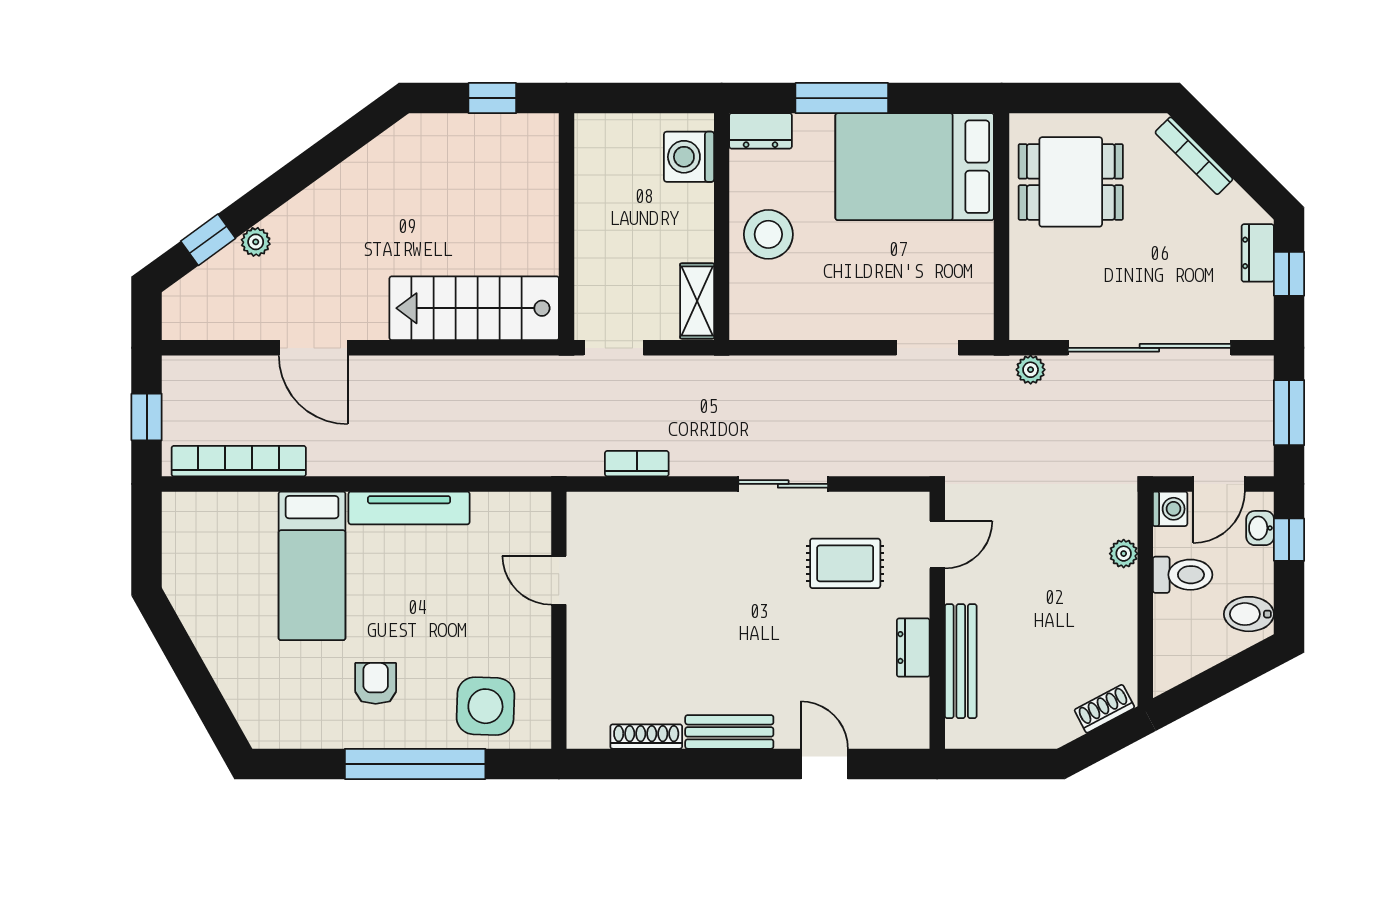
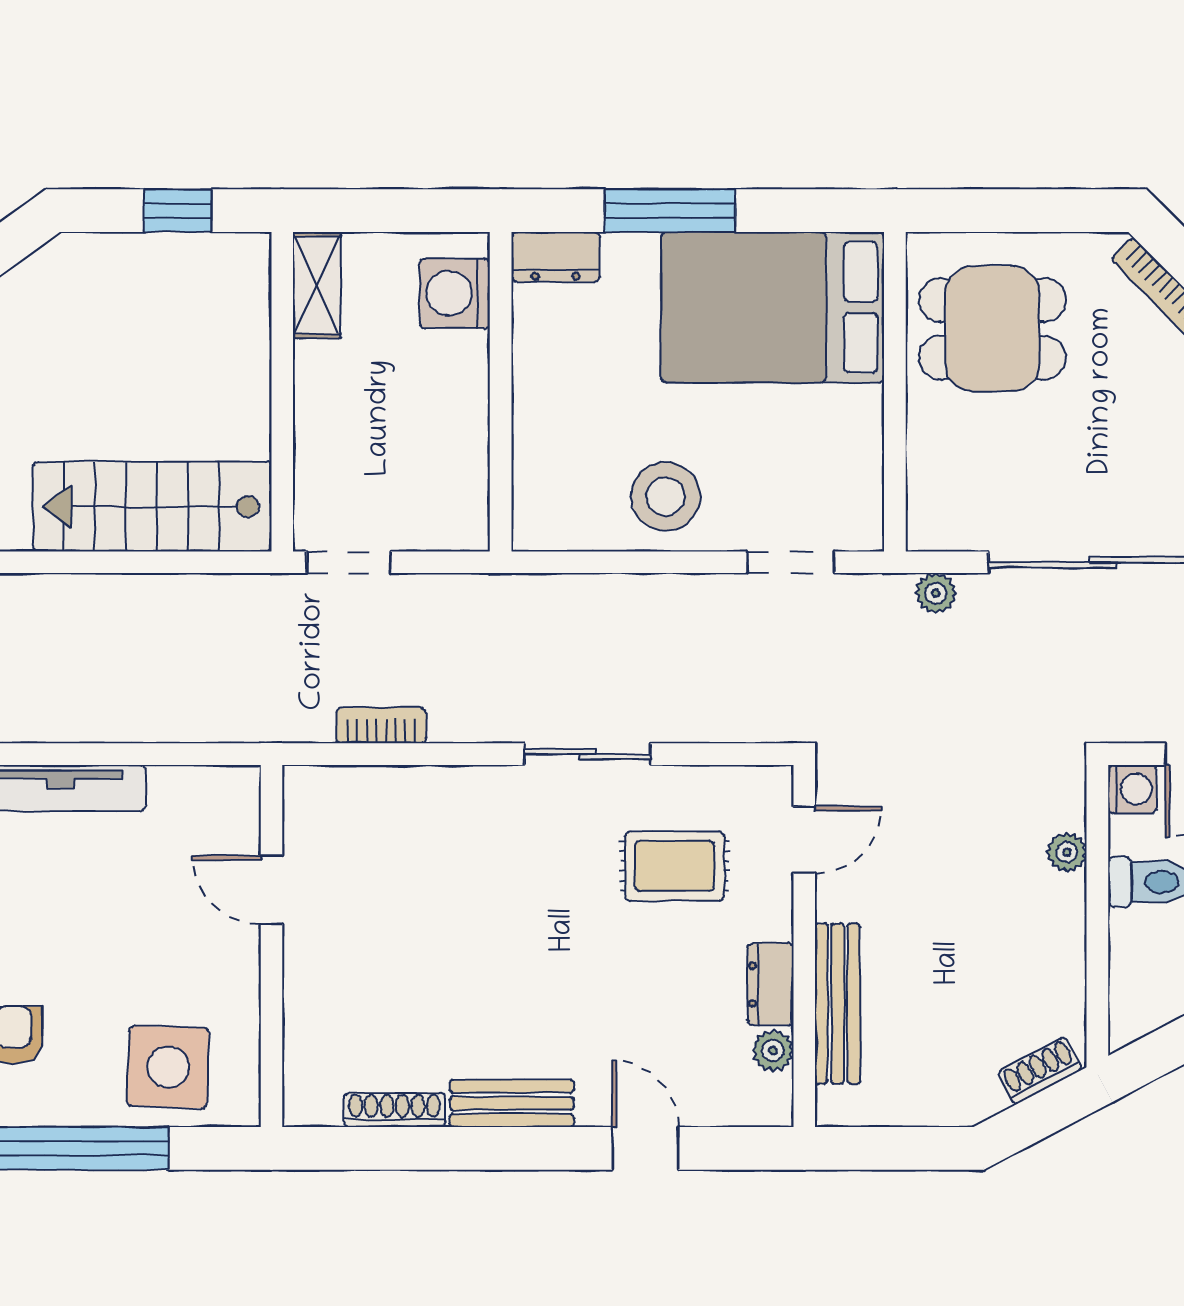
stool: (768, 234) -> (666, 497), moved
shelving: (697, 301) -> (317, 285), moved
plant: (915, 694) -> (773, 1051), added

